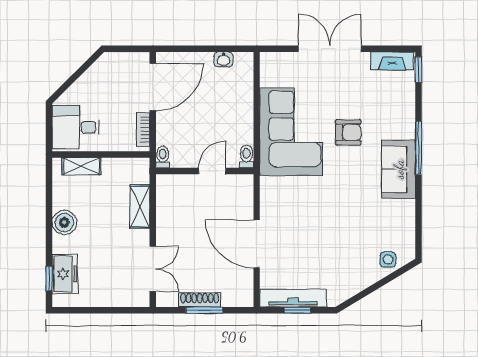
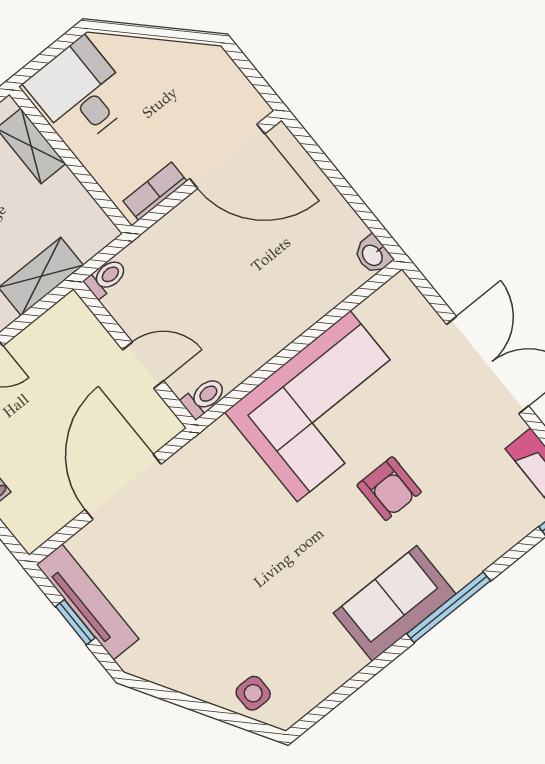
washbasin: (223, 59) -> (373, 255), moved
toilet: (163, 157) -> (106, 278), moved
toilet: (246, 157) -> (204, 397), moved
wall: (205, 171) -> (134, 355), moved
door: (212, 171) -> (143, 365), moved

